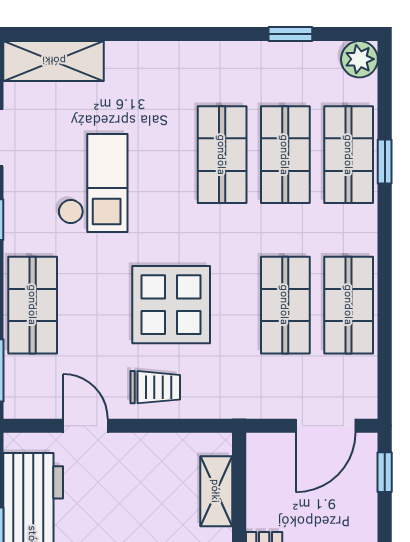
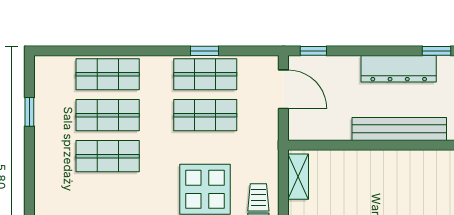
plant: (359, 59) -> (46, 67), removed
window: (385, 162) -> (205, 51), moved
shelving: (216, 491) -> (298, 177), moved, turned 90

